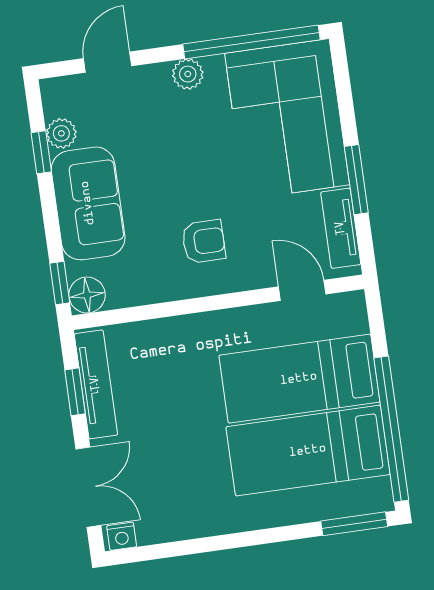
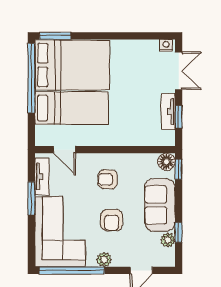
armchair: (184, 158) -> (112, 220), added
tv unit: (96, 384) -> (168, 112), width x0.71
bed: (308, 451) -> (72, 65), width x1.50
double door: (88, 487) -> (179, 71), swing flipped

